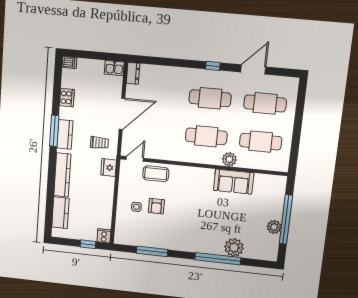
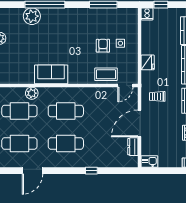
window: (213, 66) -> (91, 171), moved
dresser: (133, 73) -> (133, 147), moved
plant: (229, 159) -> (32, 93), moved
fridge: (109, 167) -> (148, 62), moved
sofa: (234, 182) -> (51, 74), moved

